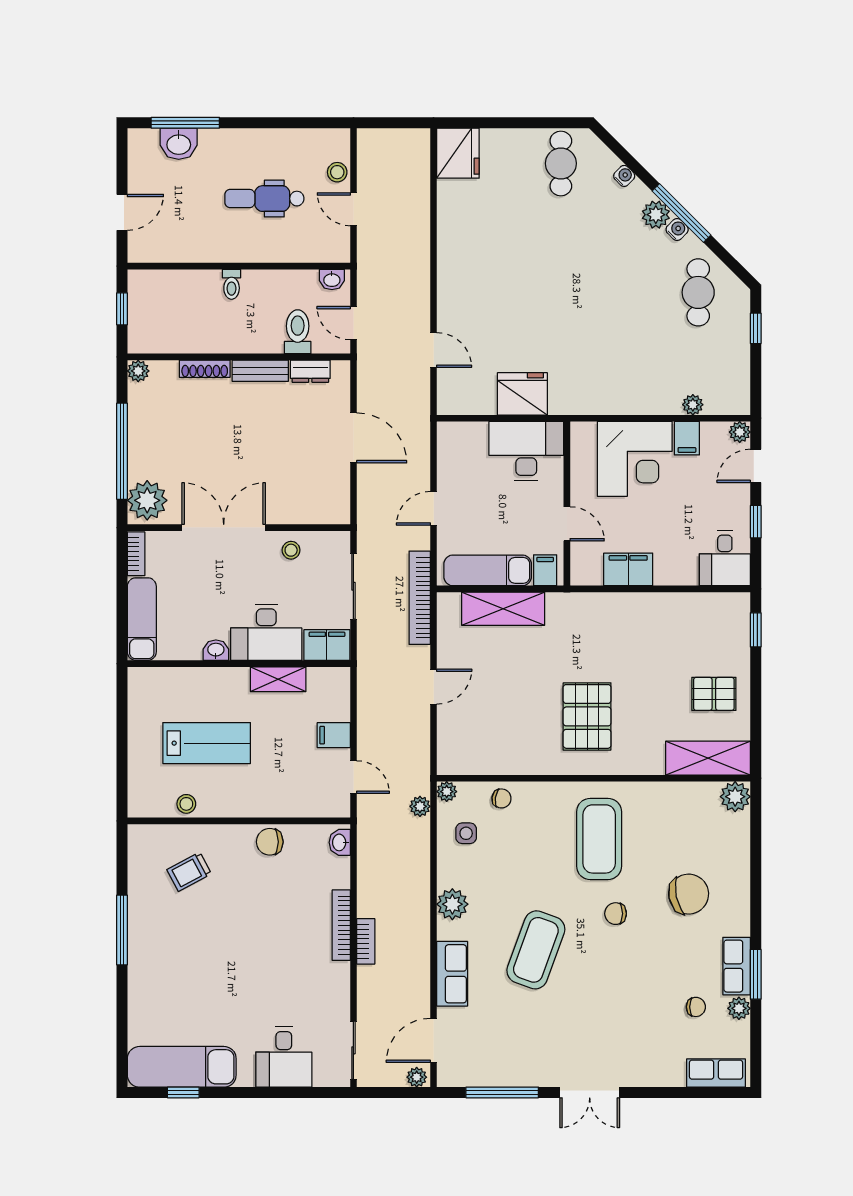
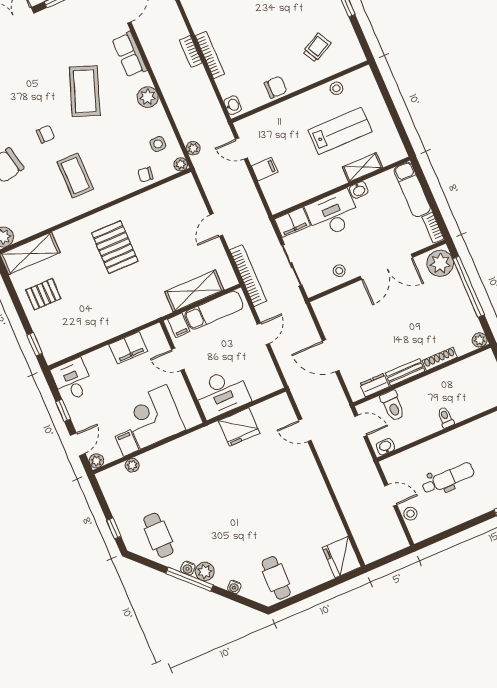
shelving: (278, 679) -> (363, 167), moved
lab bench: (207, 743) -> (340, 131), turned 180
coffee table: (599, 839) -> (75, 175), width x0.73, depth x0.76

